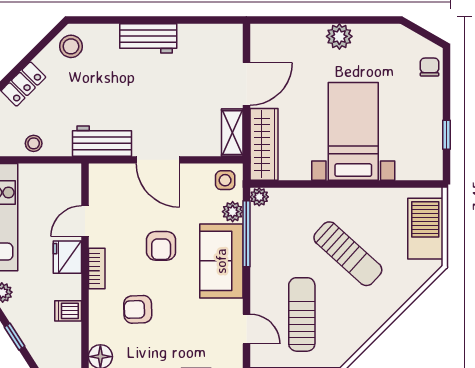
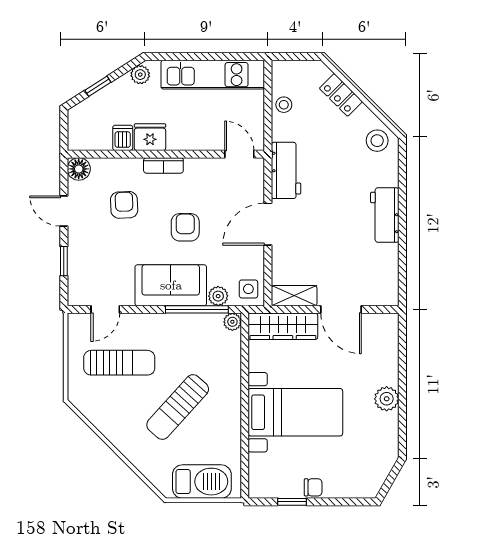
chair: (430, 67) -> (313, 487), moved
door: (85, 221) -> (239, 154), moved
armchair: (161, 246) -> (185, 227), turned 90
fridge: (67, 257) -> (150, 137), moved

